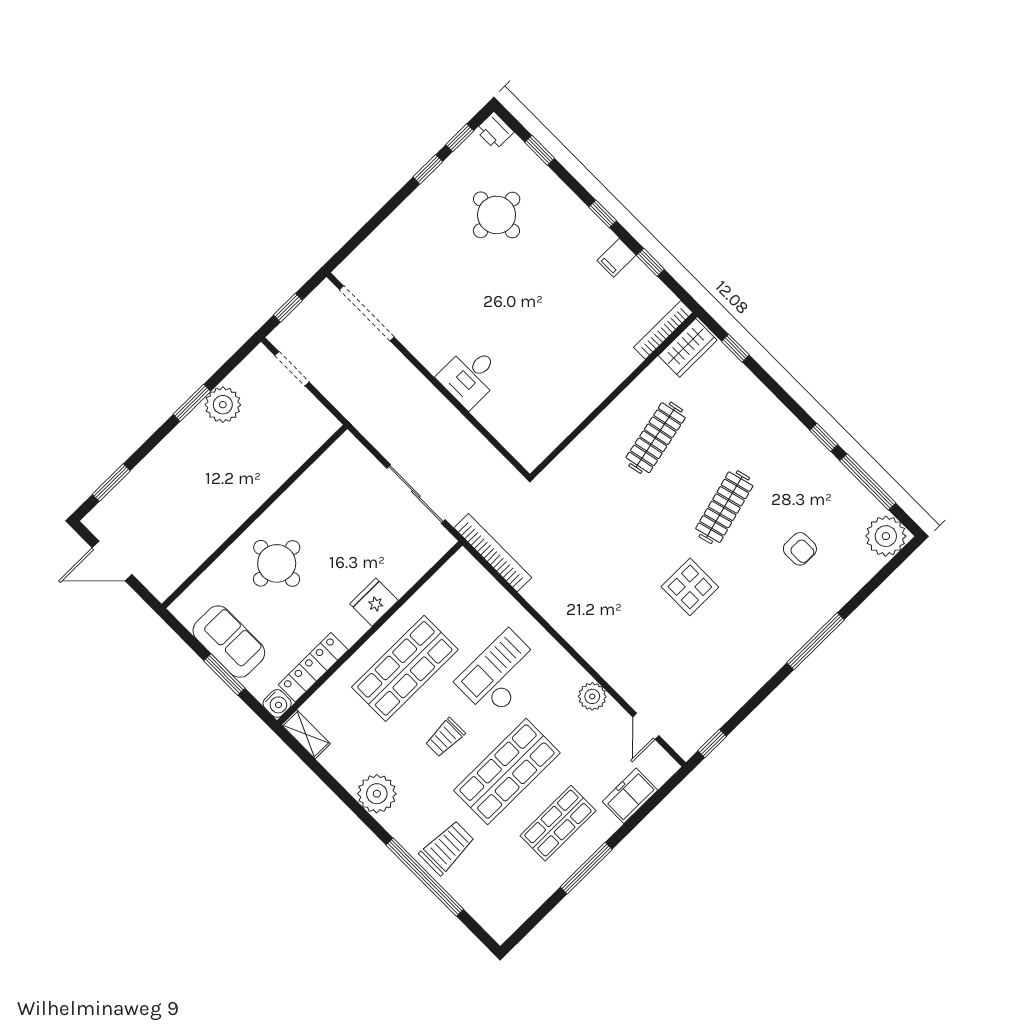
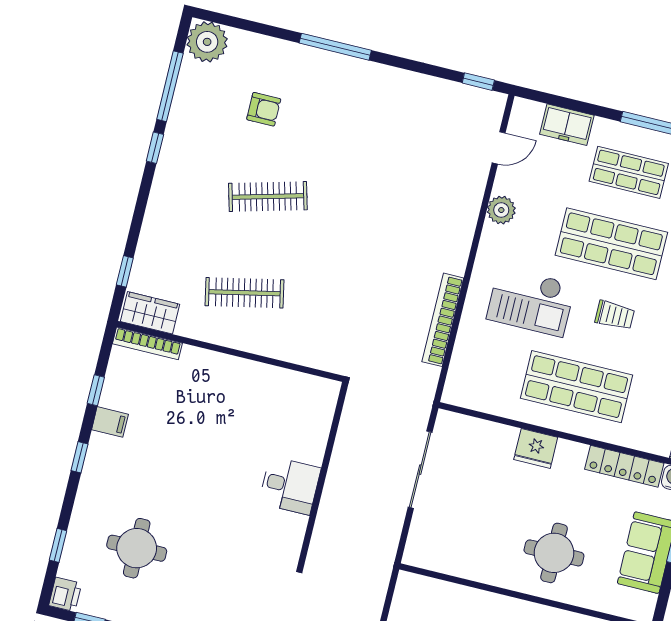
armchair: (800, 549) -> (264, 109), turned 90
bookcase: (493, 553) -> (443, 320), moved
display table: (690, 587) -> (355, 184), removed

